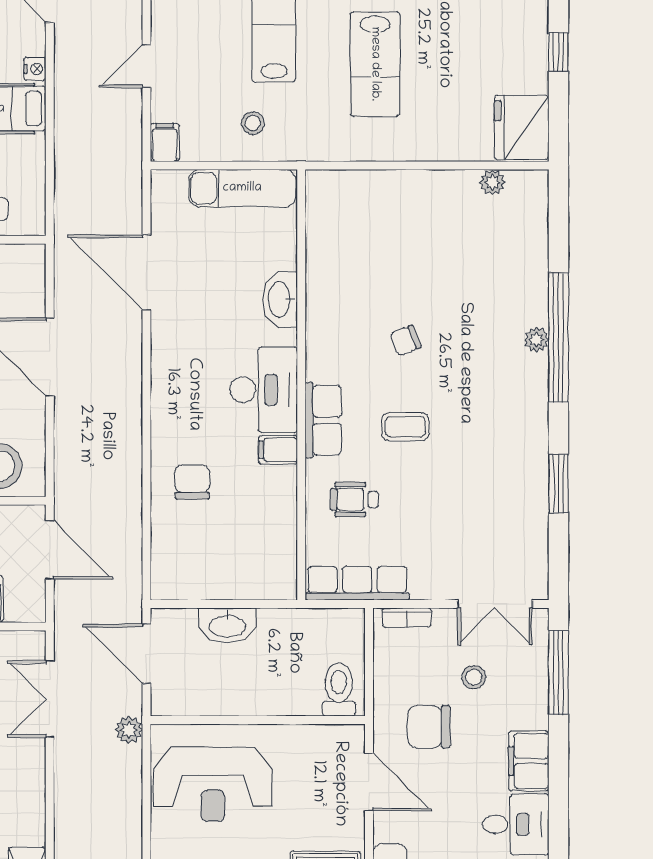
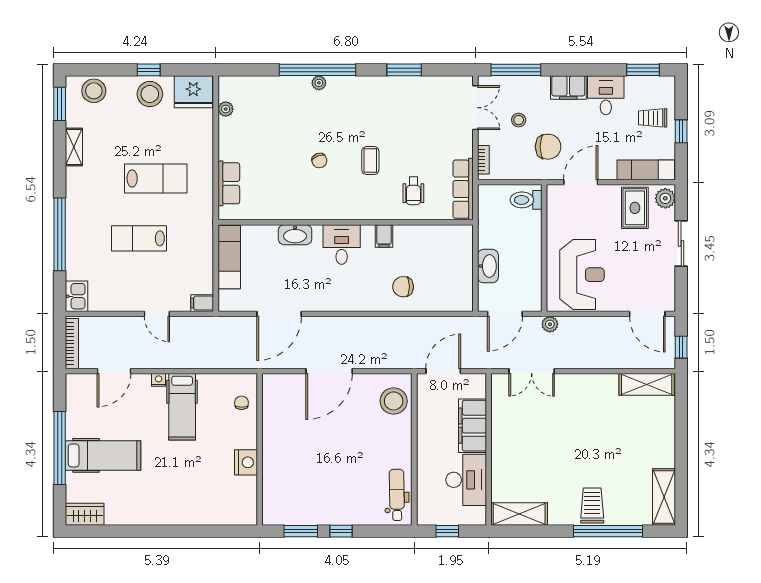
stool: (253, 123) -> (150, 94), moved, width x1.89, depth x1.89
desk: (264, 390) -> (342, 244), width x0.73
row of seats: (323, 420) -> (229, 183), moved, turned 90
chair: (429, 727) -> (548, 147), turned -90

